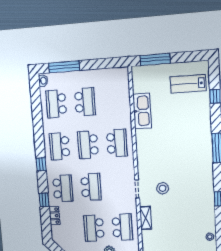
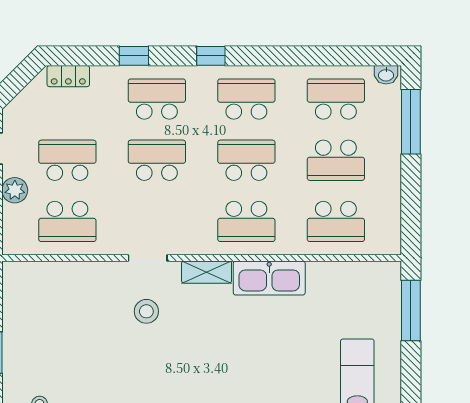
school desk: (114, 100) -> (336, 221), added
kitchen sink: (142, 111) -> (269, 278), moved
school desk: (91, 187) -> (157, 160), turned 180
school desk: (63, 188) -> (157, 99), turned 180
locker: (54, 216) -> (68, 76), moved
shelving: (146, 218) -> (207, 272), moved

